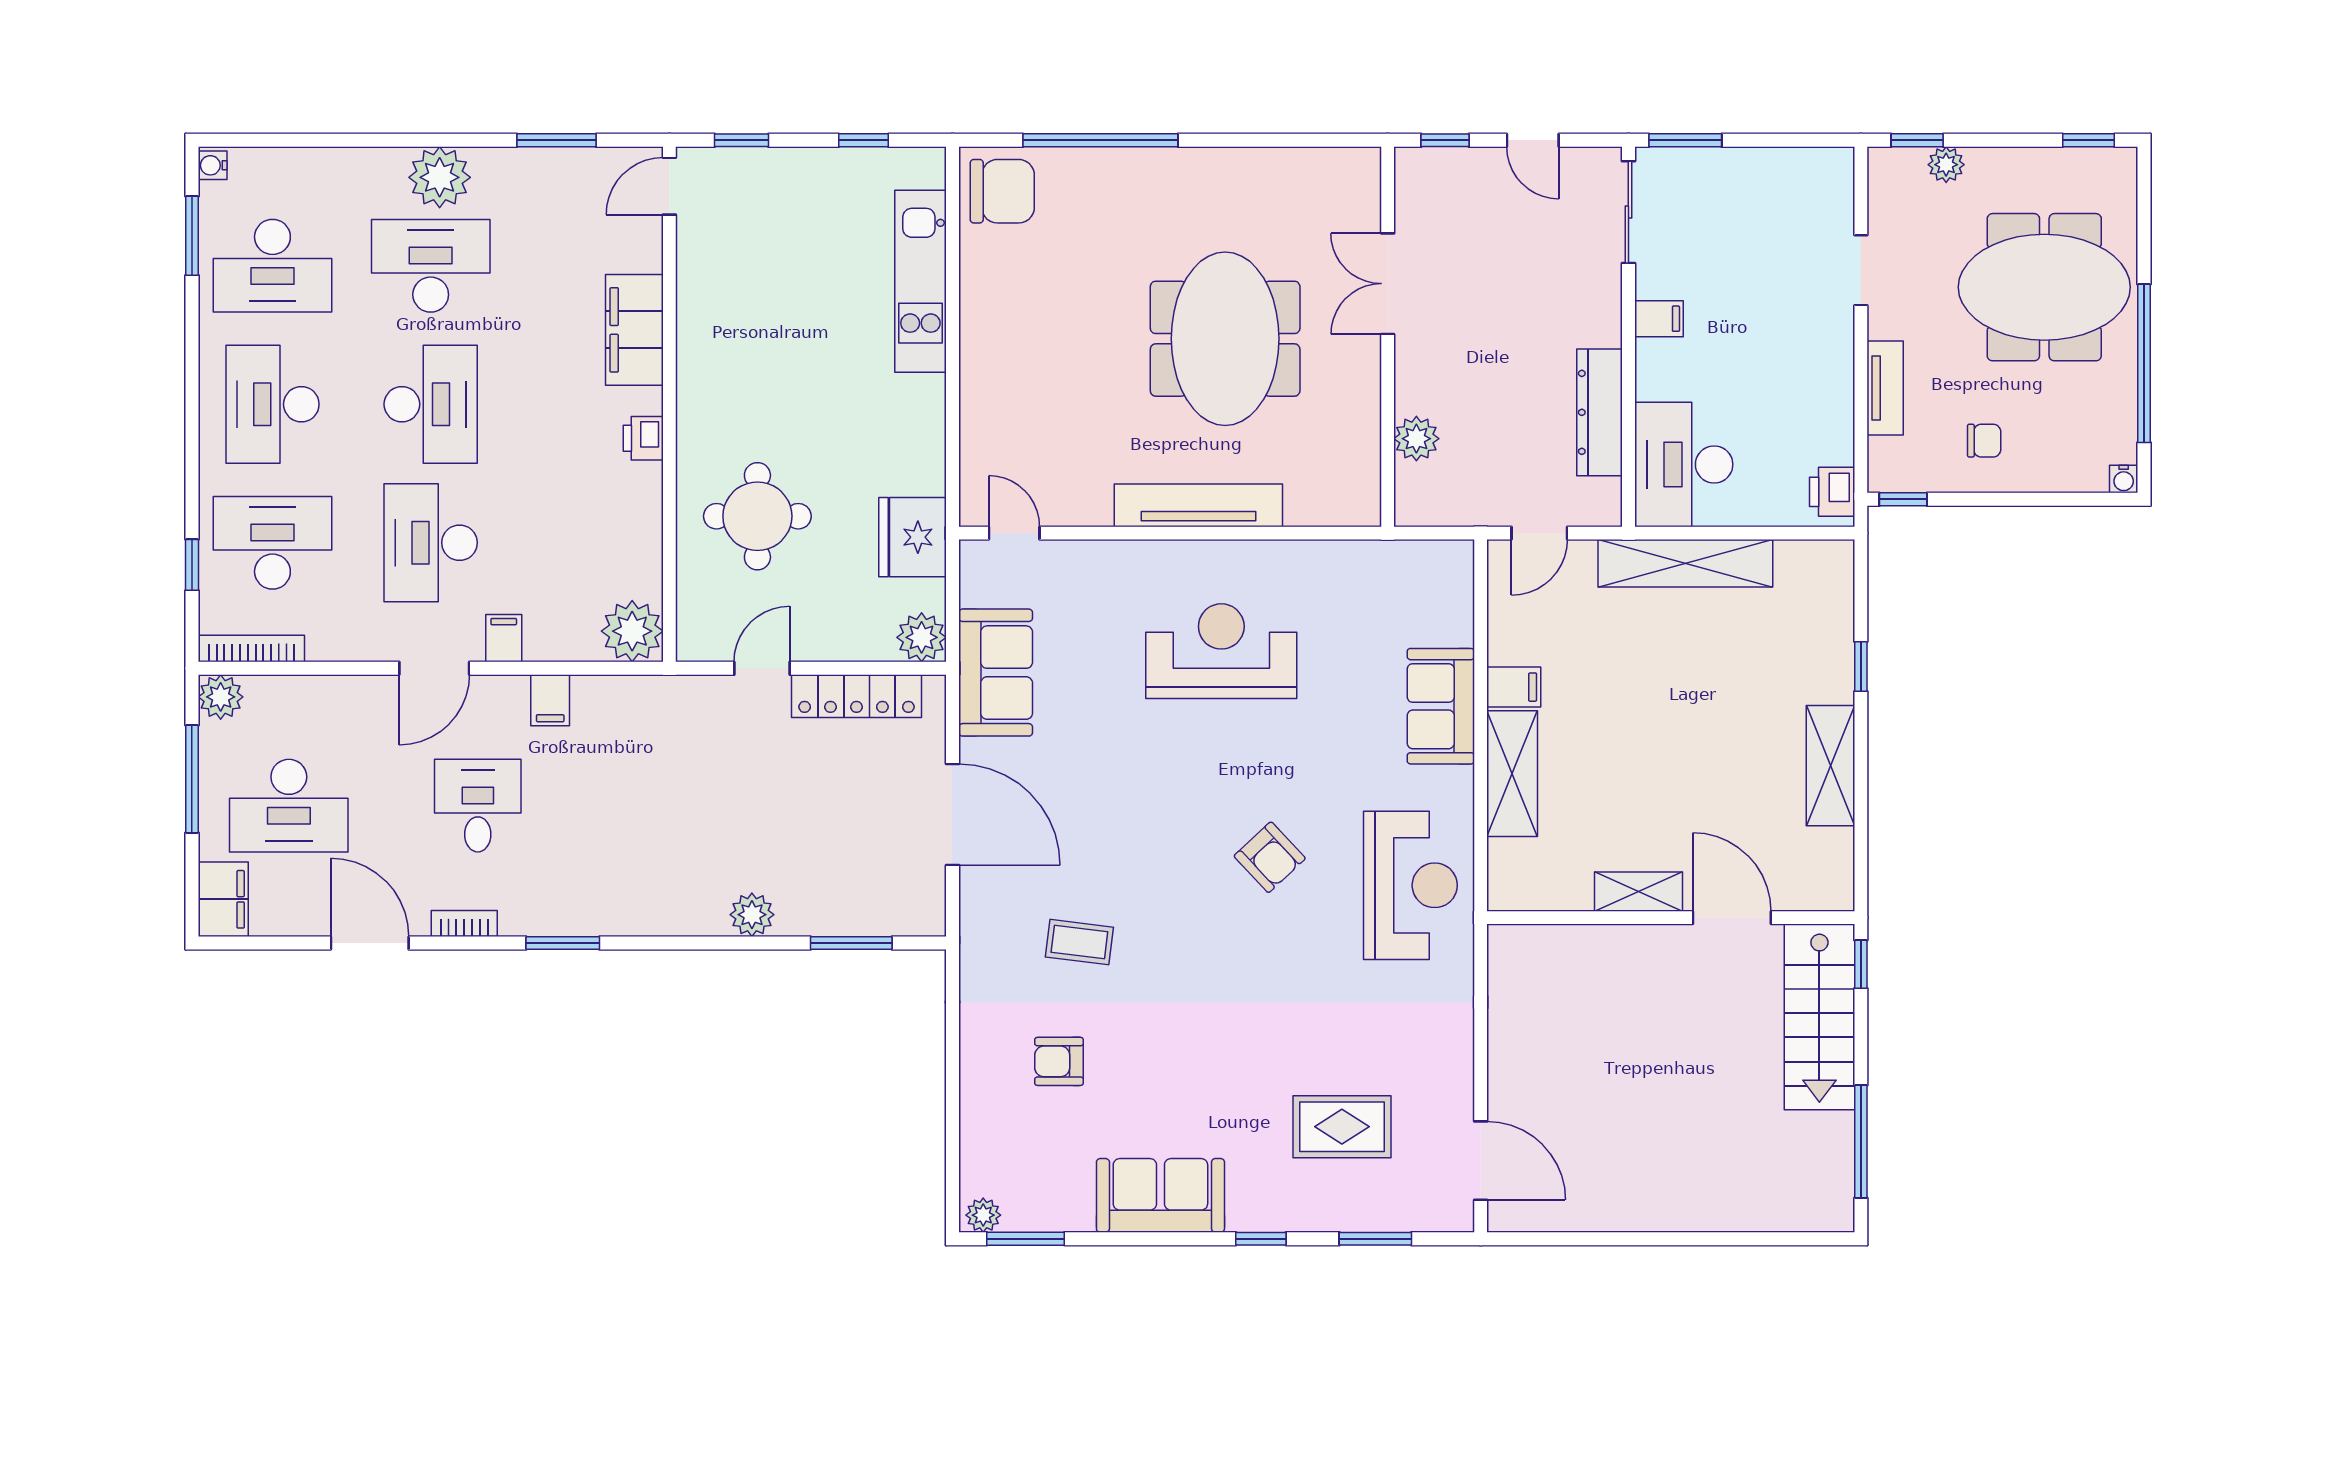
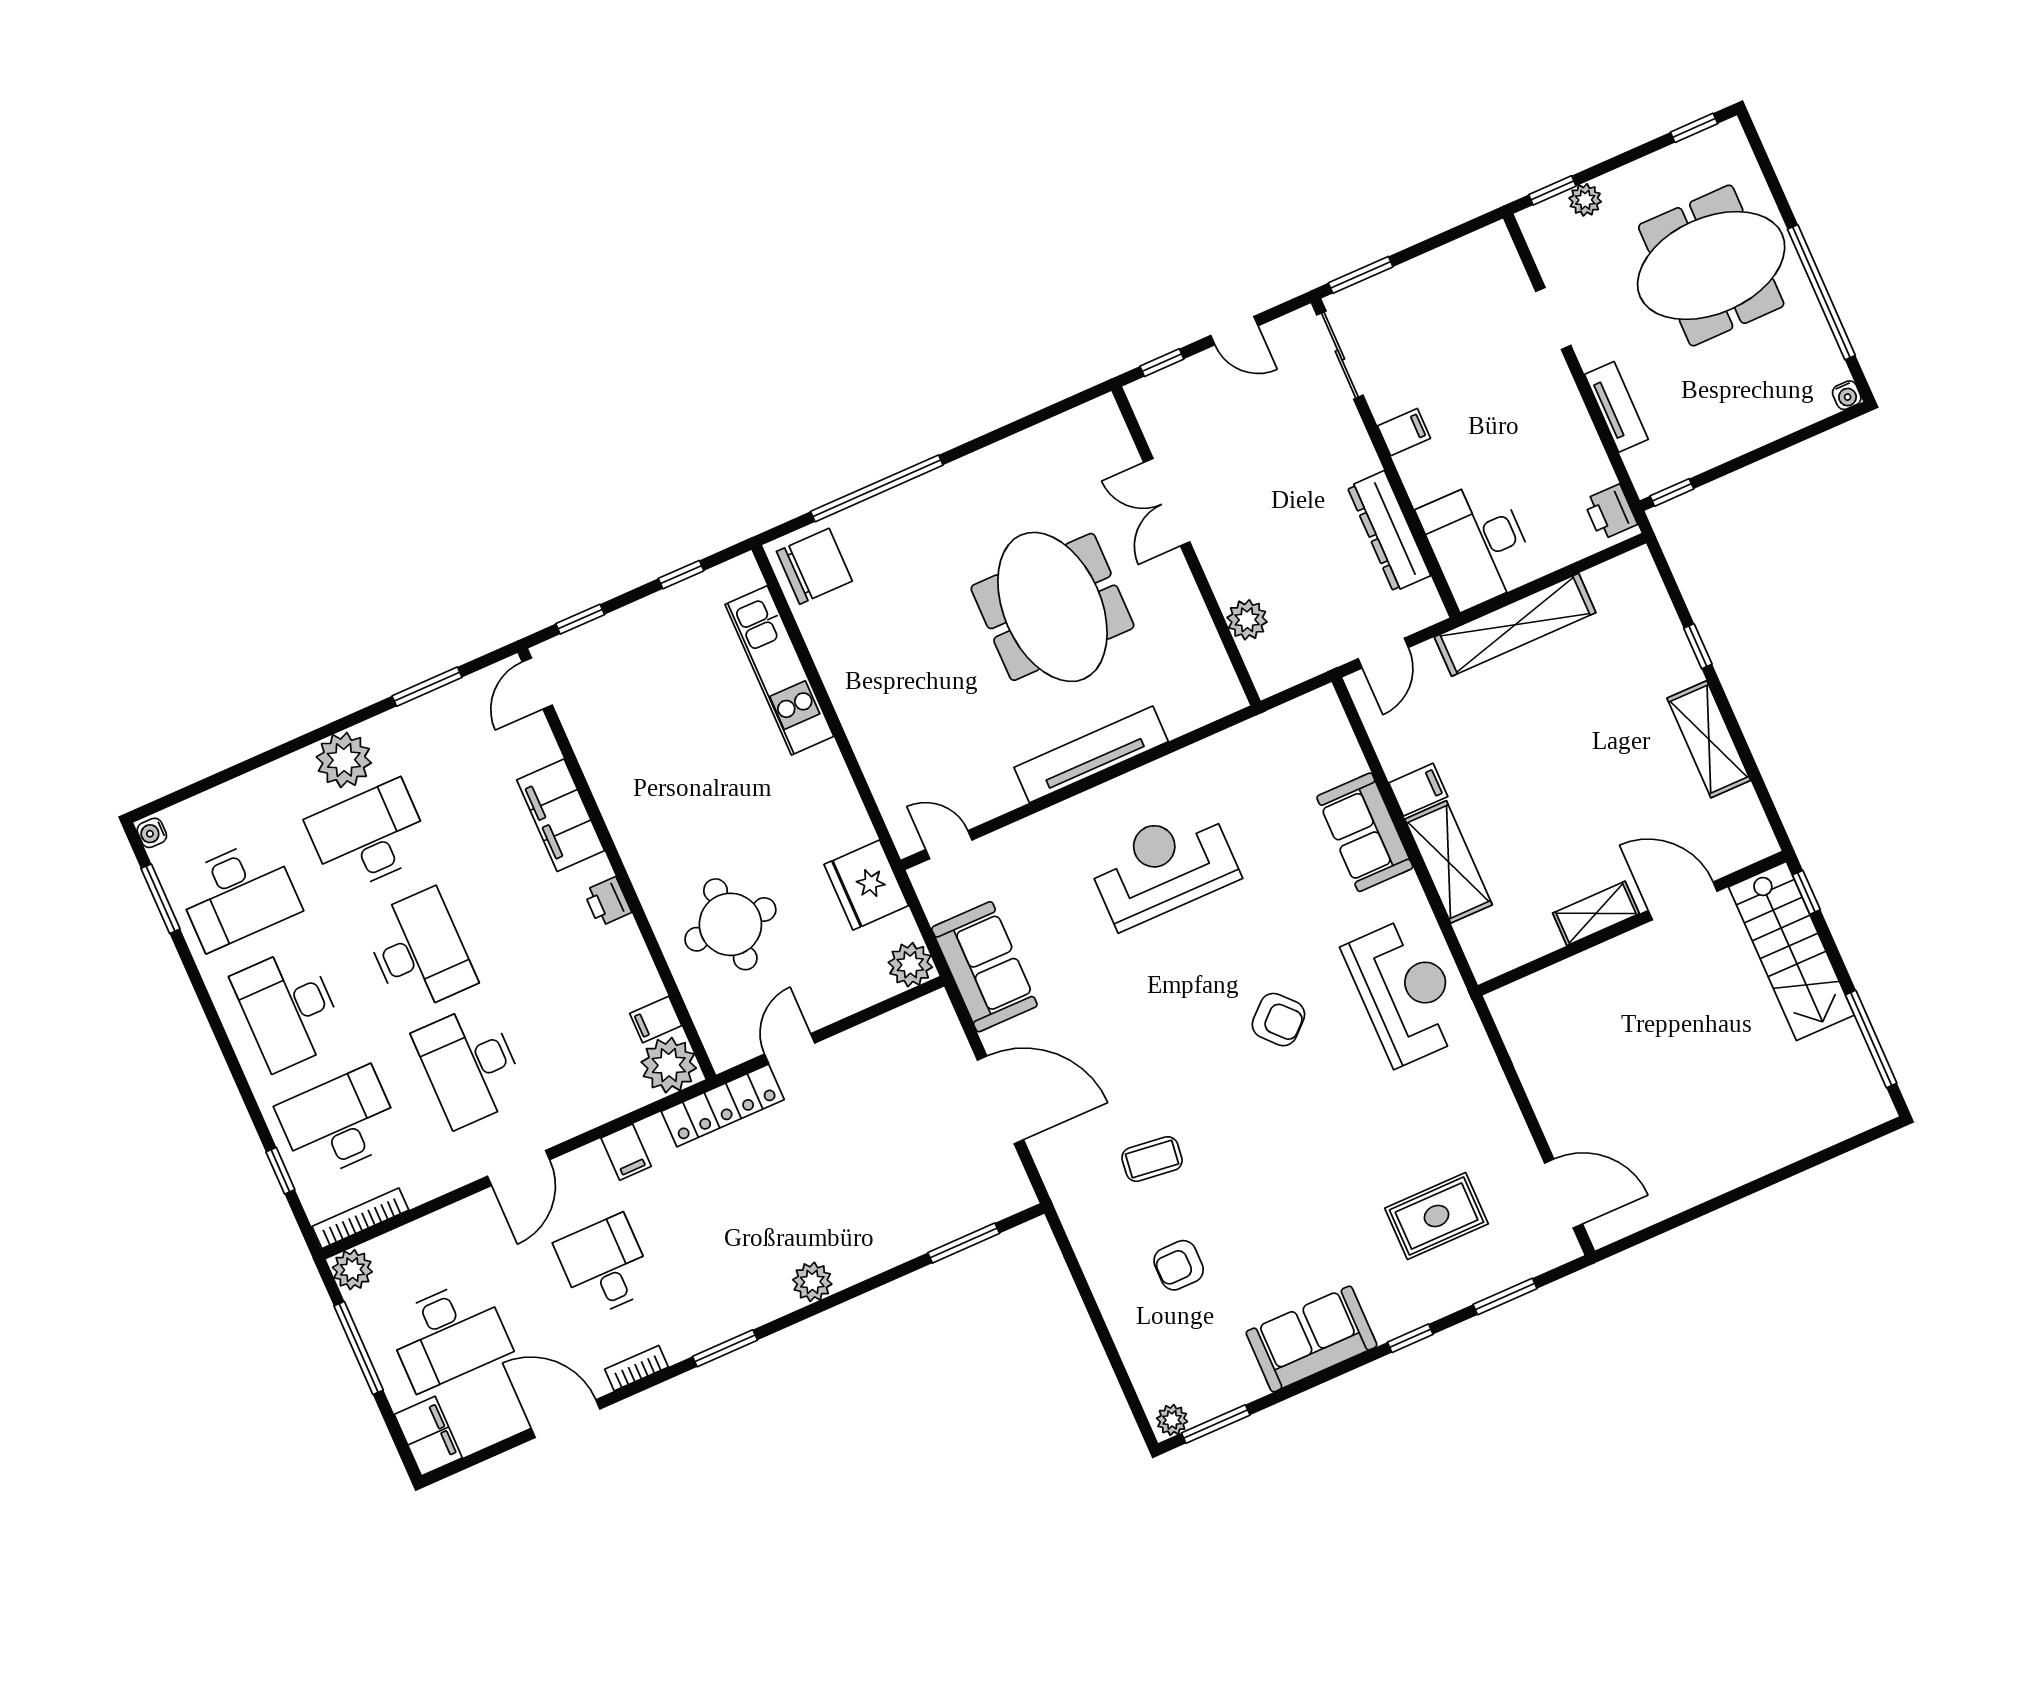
chair: (1984, 441) -> (1717, 414), removed
filing cabinet: (504, 638) -> (656, 1019), moved, turned -90
locker: (856, 696) -> (723, 1105), moved
plant: (752, 915) -> (812, 1282), moved

